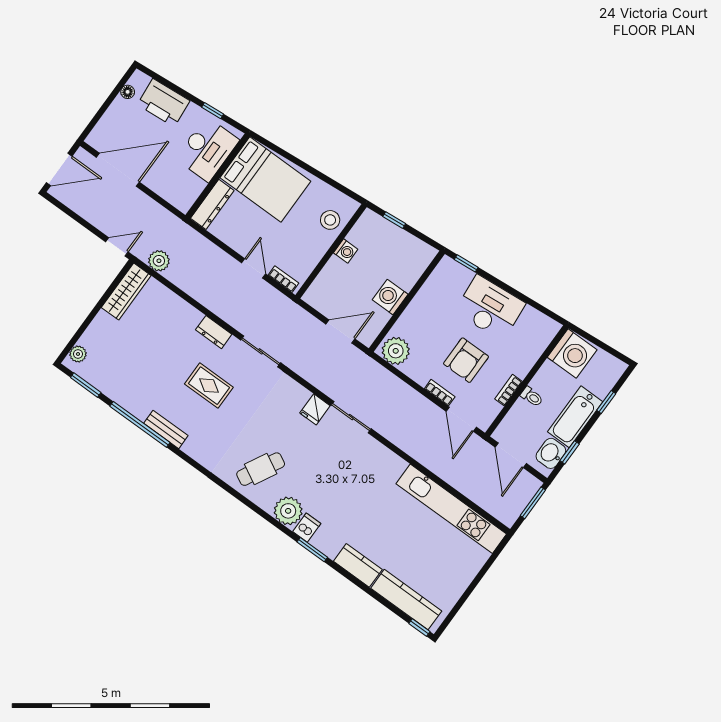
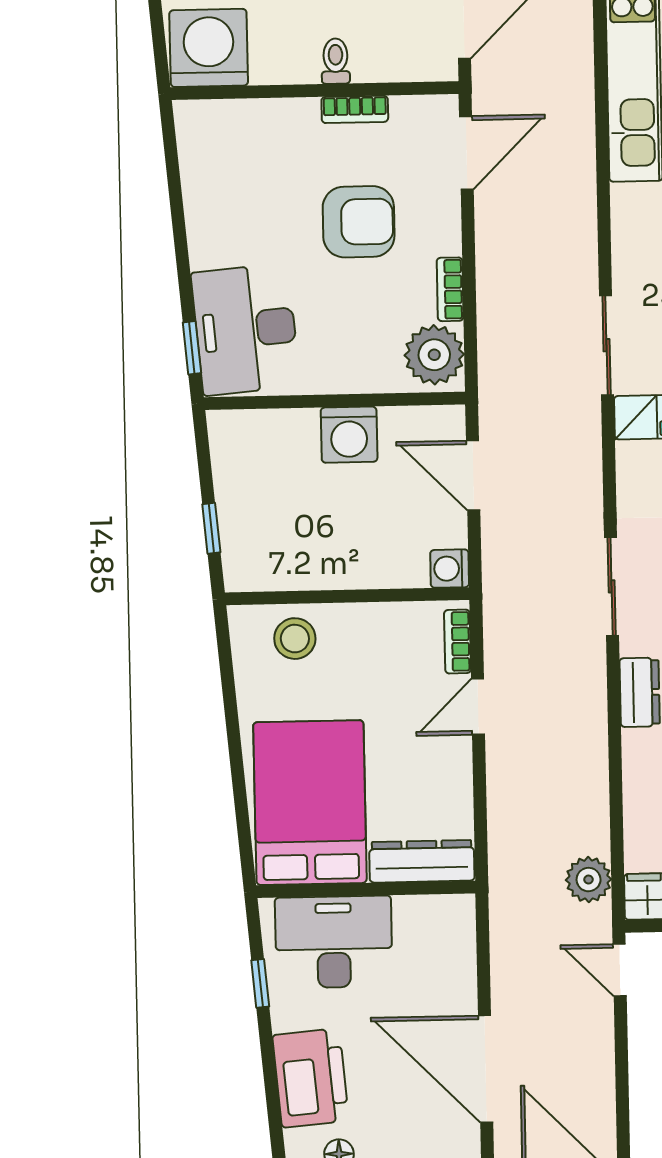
washing machine: (346, 251) -> (450, 569), moved, turned -90
desk: (490, 308) -> (246, 329), moved
bookcase: (440, 393) -> (450, 289), moved

